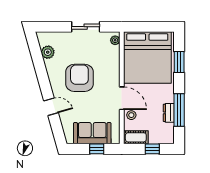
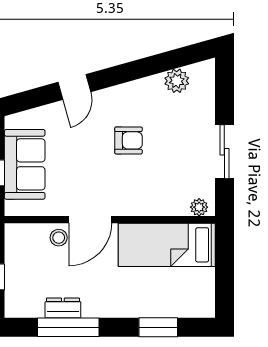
bed: (147, 57) -> (167, 245), width x0.49
armchair: (79, 78) -> (128, 140), width x0.53, depth x0.53
cot: (136, 137) -> (17, 246), removed

